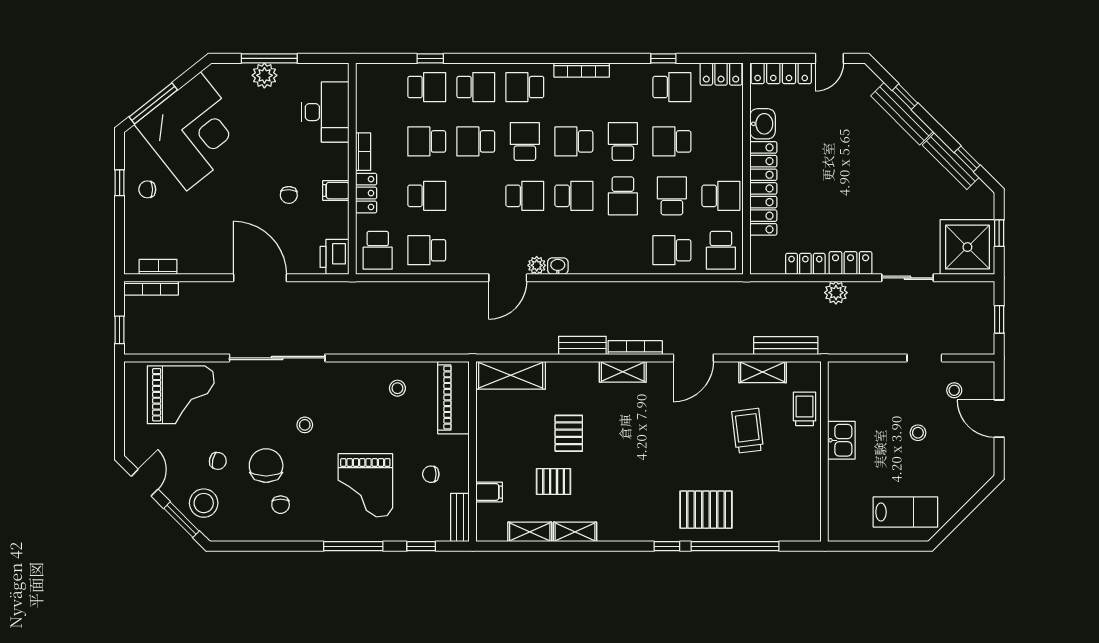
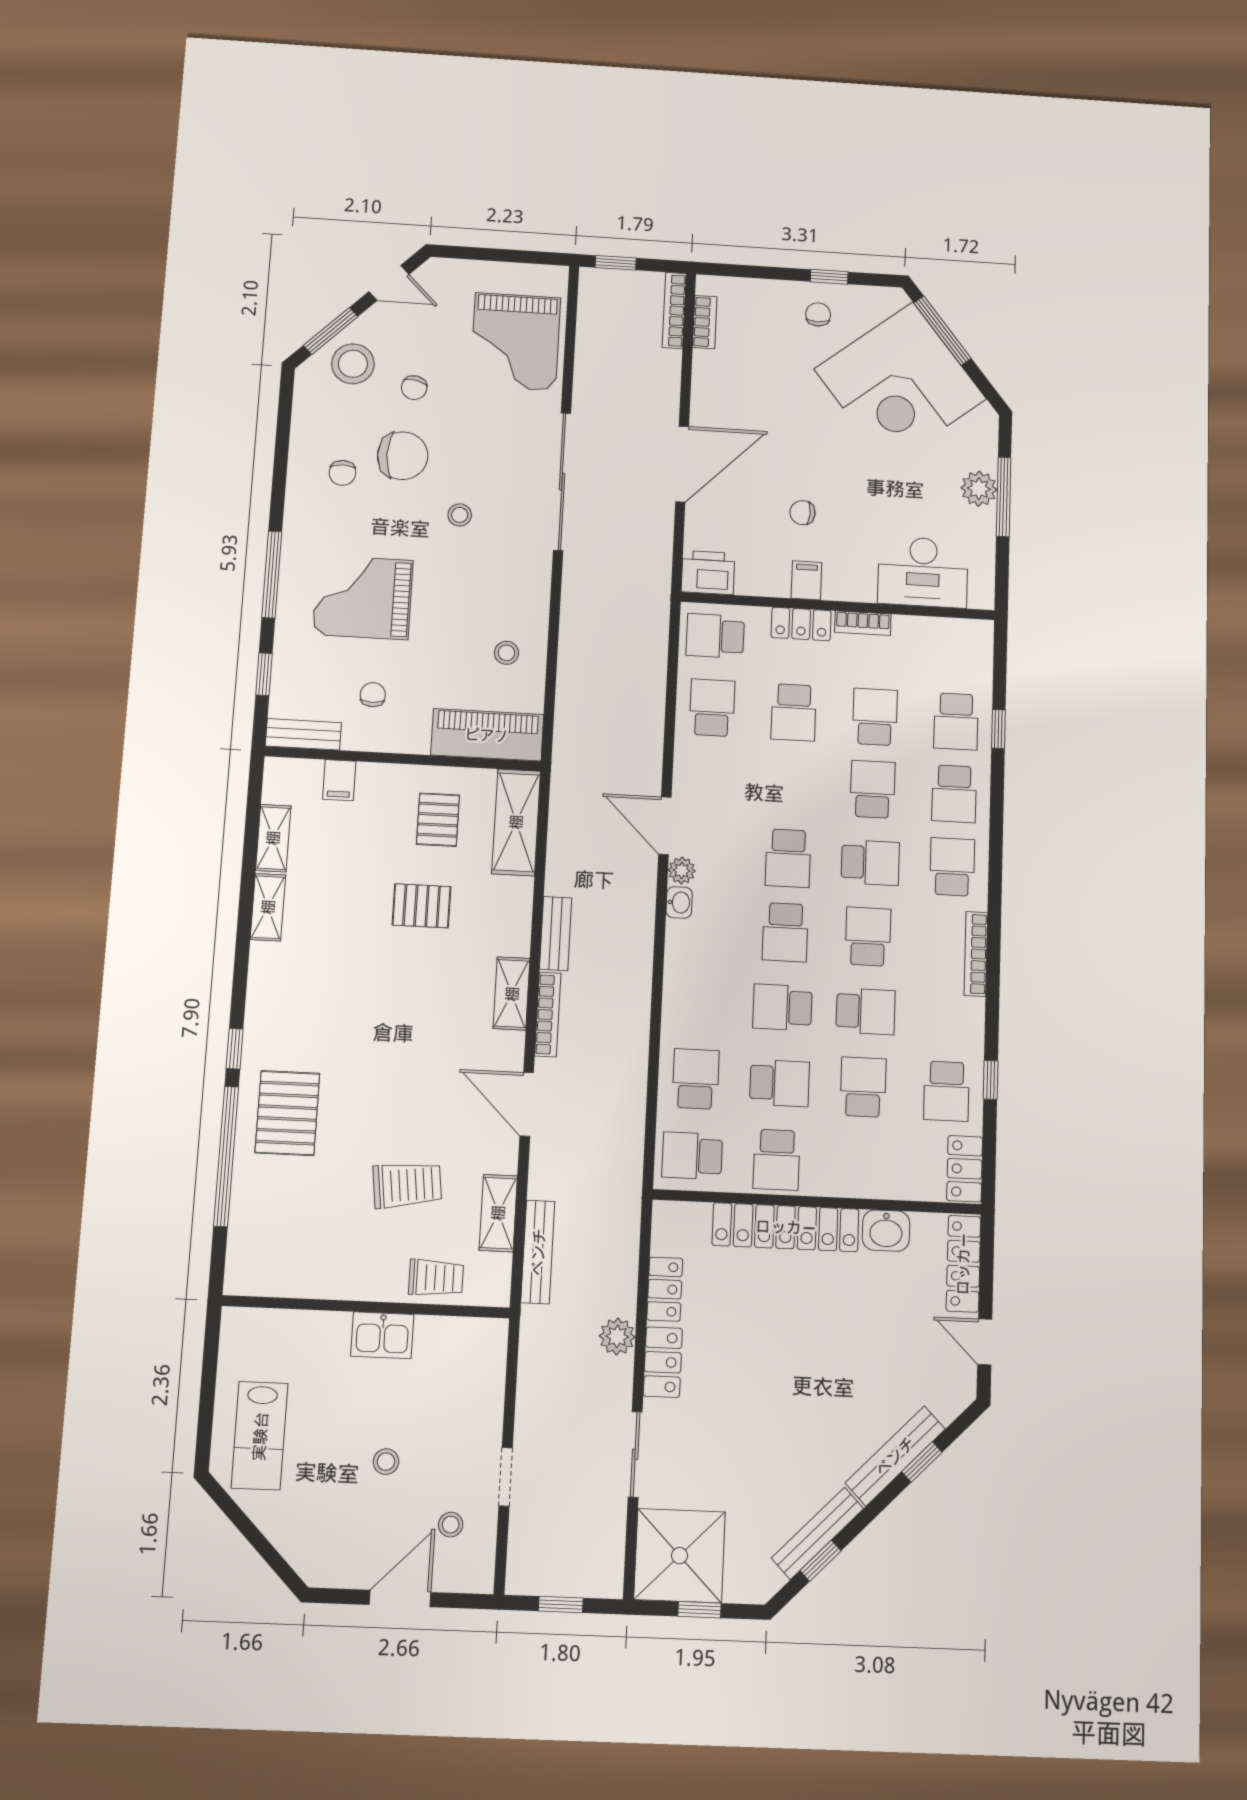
pallet: (554, 481) -> (438, 820), moved
chair: (281, 505) -> (342, 473), turned -90

